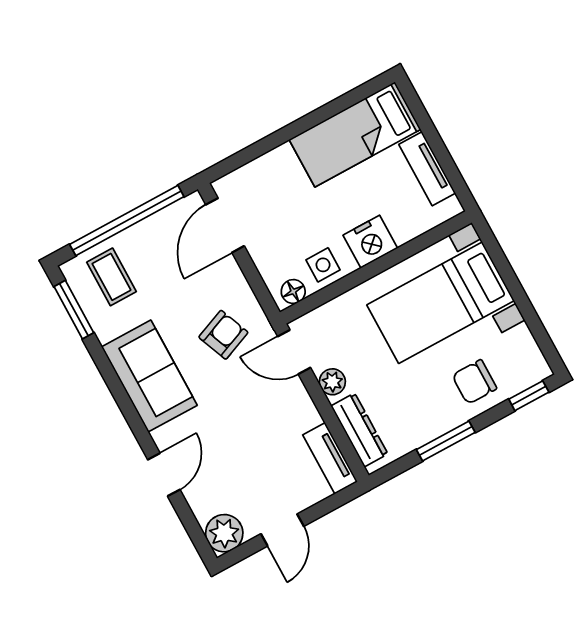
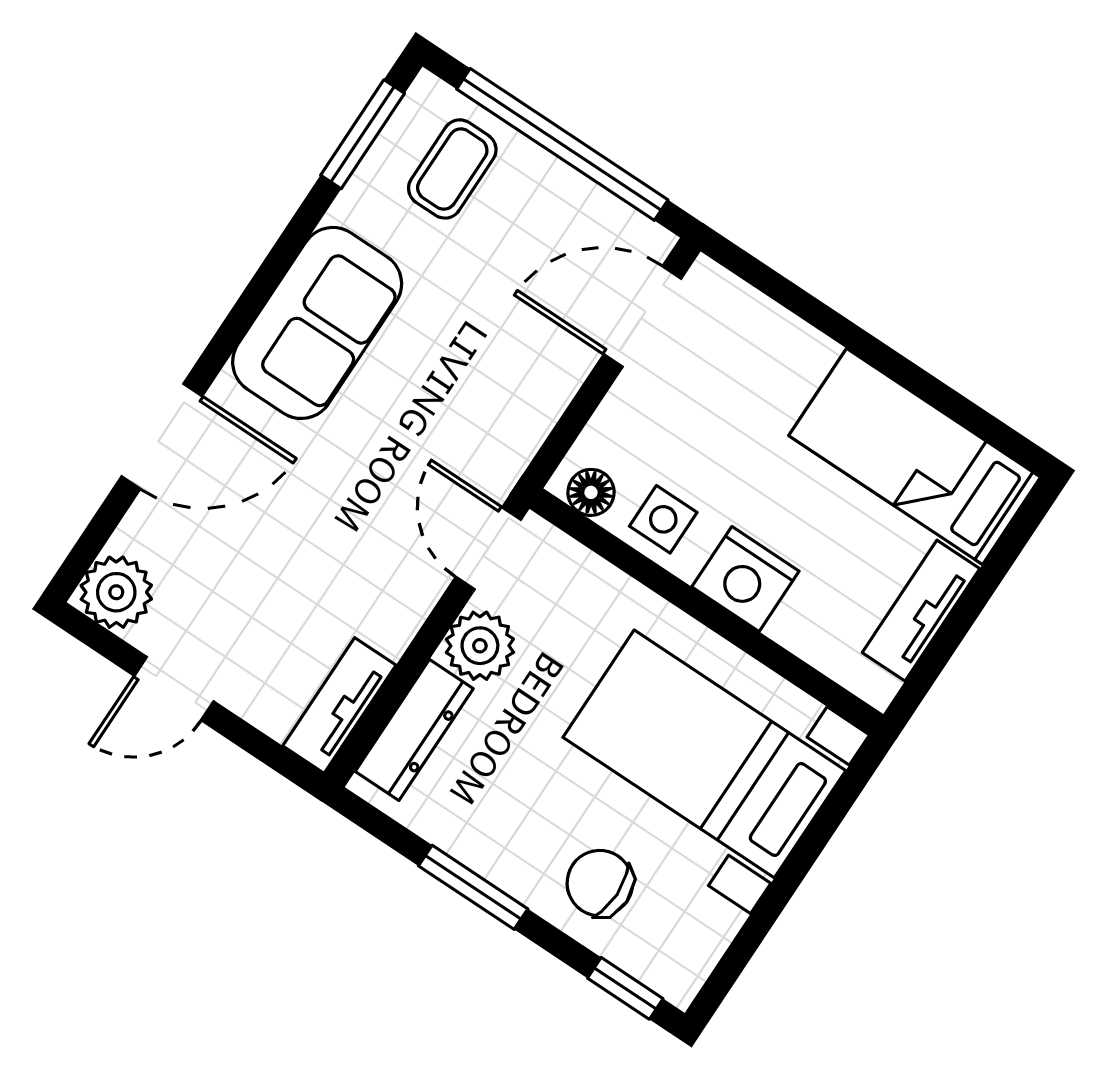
armchair: (223, 335) -> (454, 412), removed
plant: (332, 382) -> (480, 646), width x1.38, depth x1.38
door: (164, 475) -> (162, 436), width x1.38

